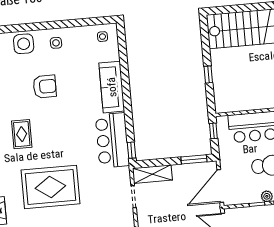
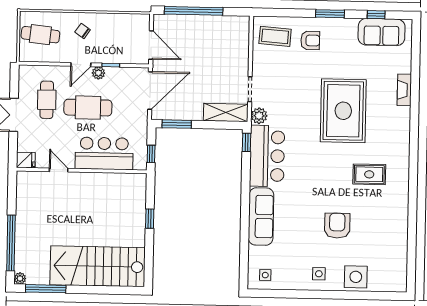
armchair: (45, 87) -> (337, 226), turned 90
rug: (22, 134) -> (369, 174), turned 90
plant: (123, 174) -> (259, 116), added
rug: (50, 187) -> (343, 111), turned 90

